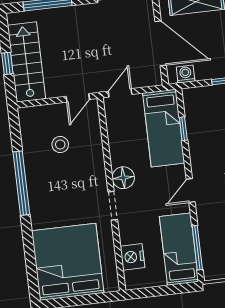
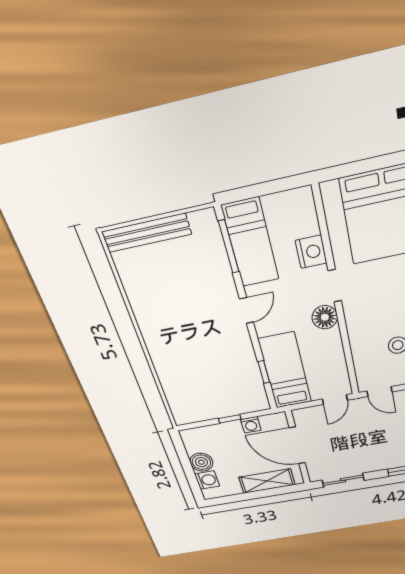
washing machine: (186, 74) -> (251, 425), moved
door: (78, 98) -> (379, 391), swing flipped
nightstand: (132, 257) -> (311, 252), moved

